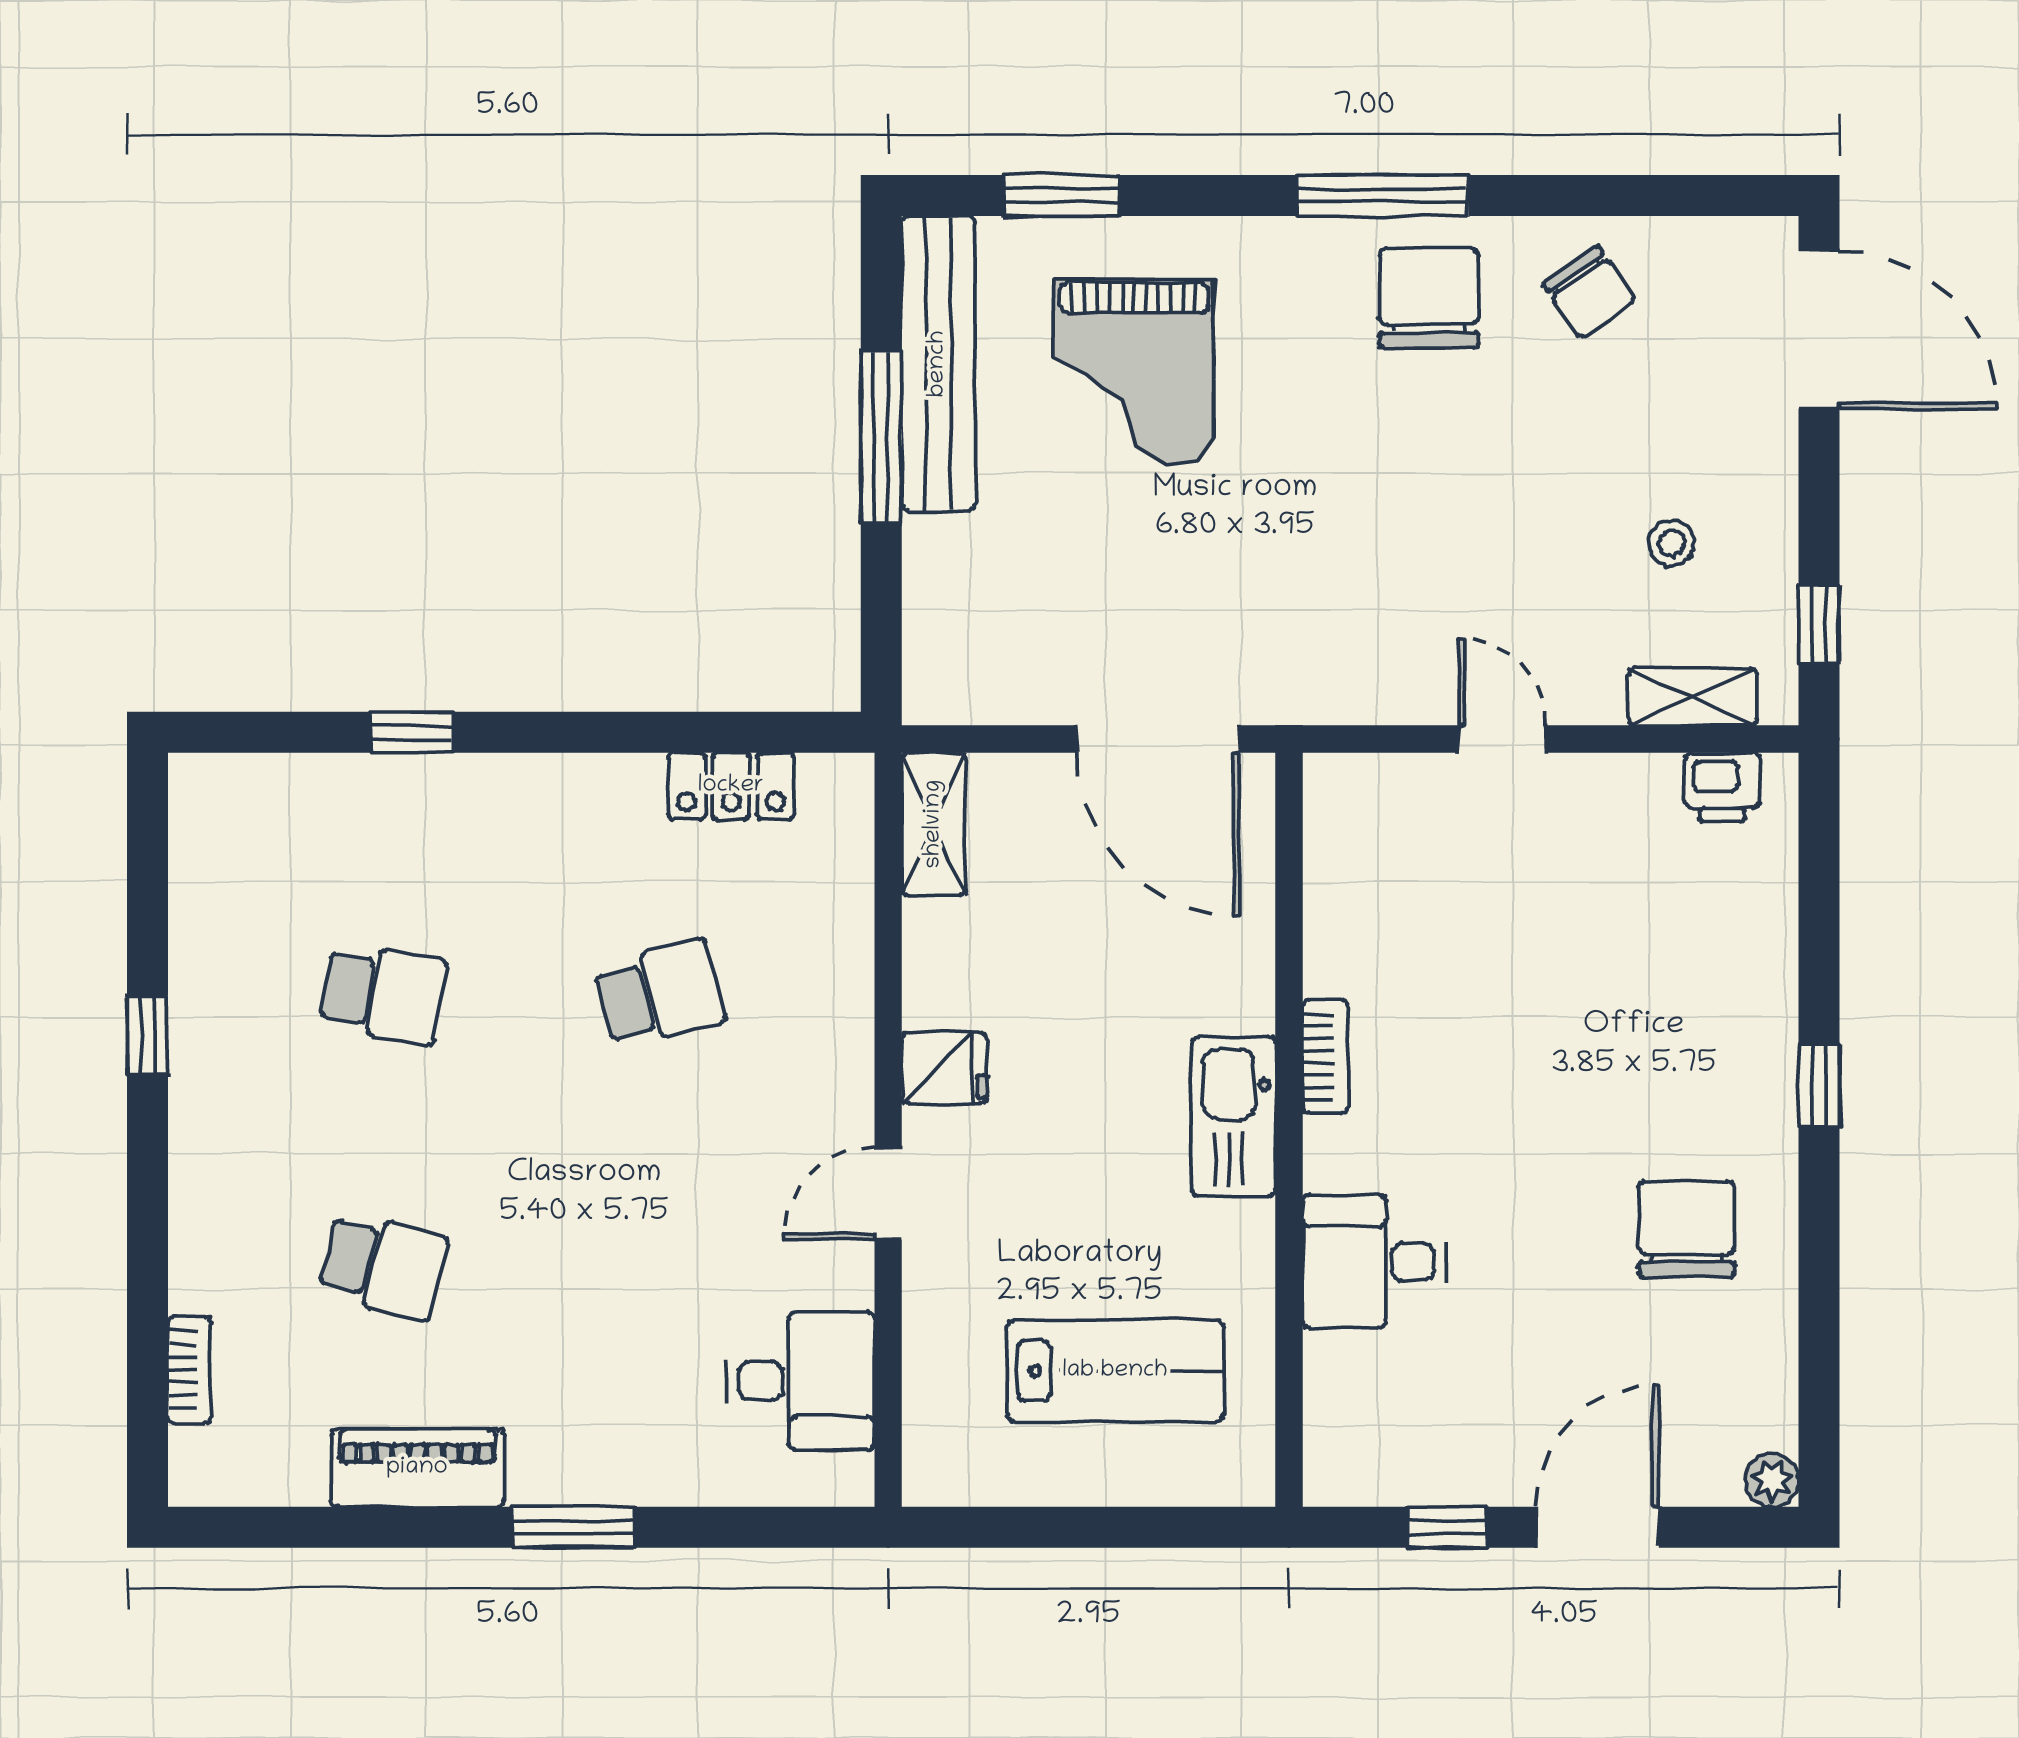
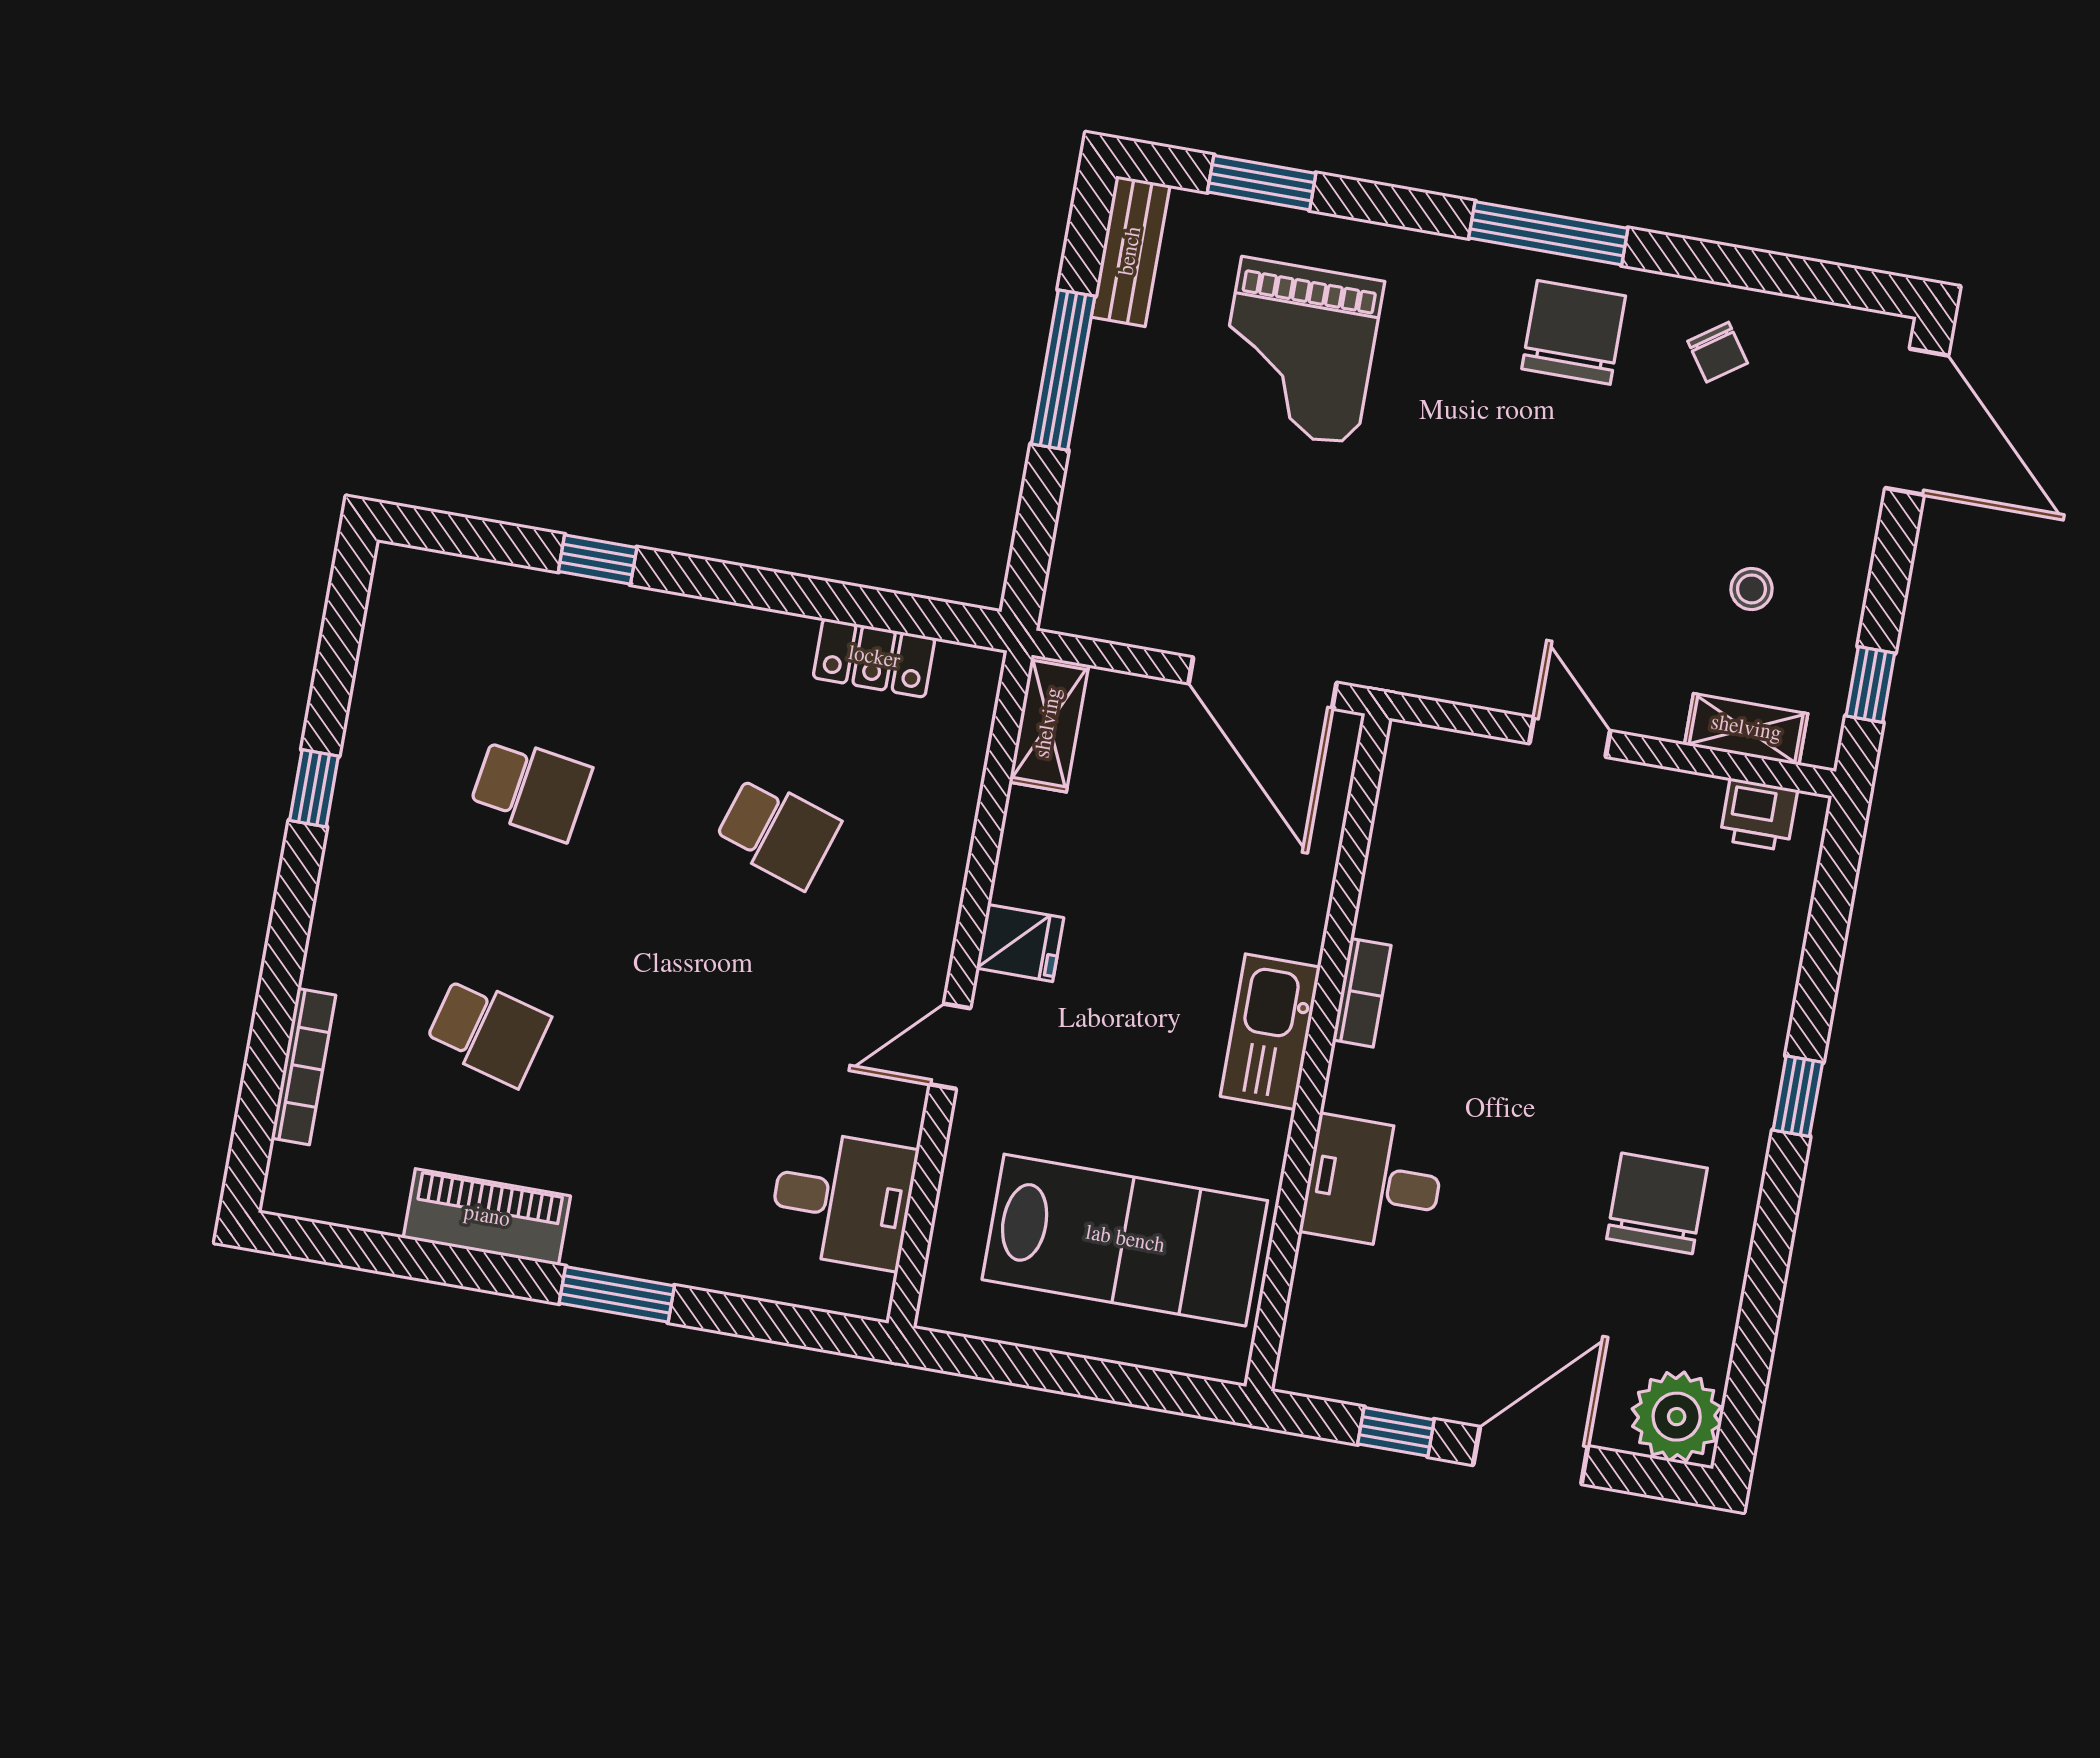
chair: (1589, 292) -> (1718, 352), width x0.73, depth x0.73
bench: (938, 364) -> (1131, 251), width x0.54, depth x0.82
school desk: (660, 994) -> (777, 832), turned 33
bookcase: (189, 1370) -> (303, 1067), width x1.56
lab bench: (1115, 1371) -> (1125, 1240), width x1.36, depth x1.39
plant: (1772, 1480) -> (1677, 1417), width x1.88, depth x1.88

